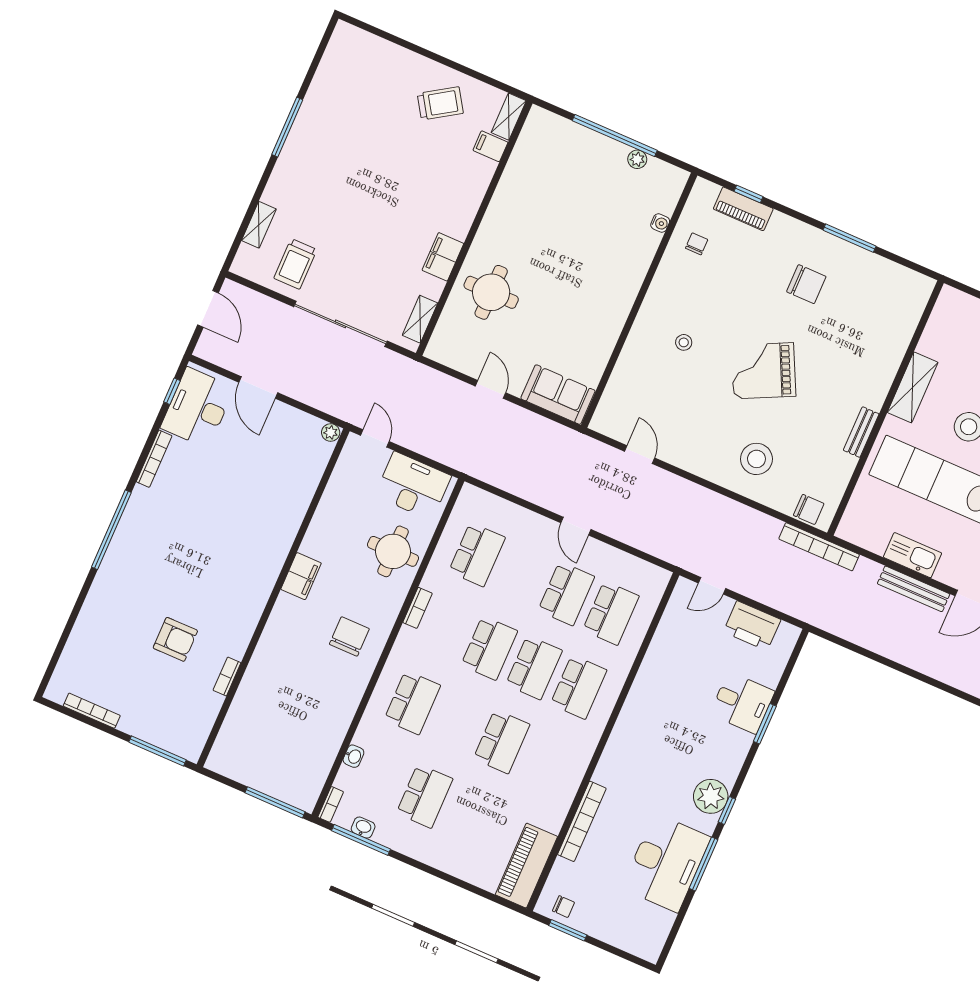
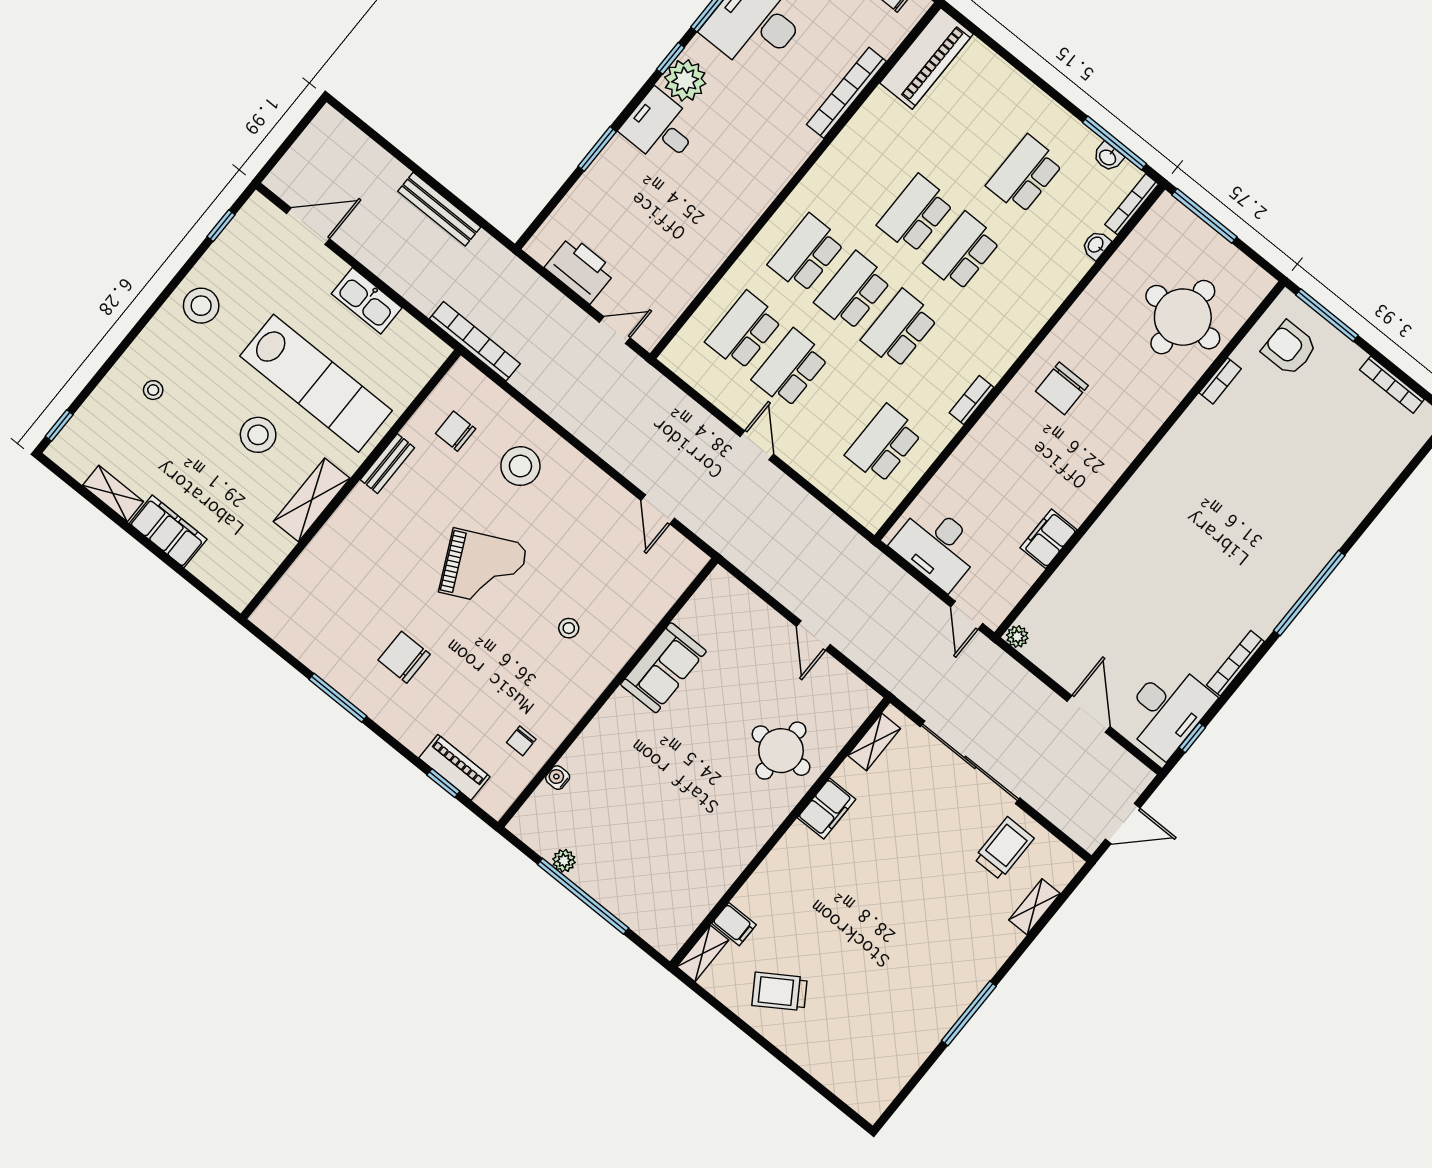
door: (208, 309) -> (1123, 824), swing flipped
sofa: (558, 395) -> (663, 668), moved, turned -90
chair: (809, 509) -> (456, 431), moved
round table: (393, 551) -> (1183, 317), moved, width x1.36, depth x1.36
filing cabinet: (301, 576) -> (1049, 539), moved
bench: (914, 589) -> (439, 209), moved
armchair: (175, 639) -> (1289, 348), moved
school desk: (412, 703) -> (962, 252), moved
desk: (742, 703) -> (660, 128), moved
bookcase: (331, 804) -> (1132, 204), width x1.56

